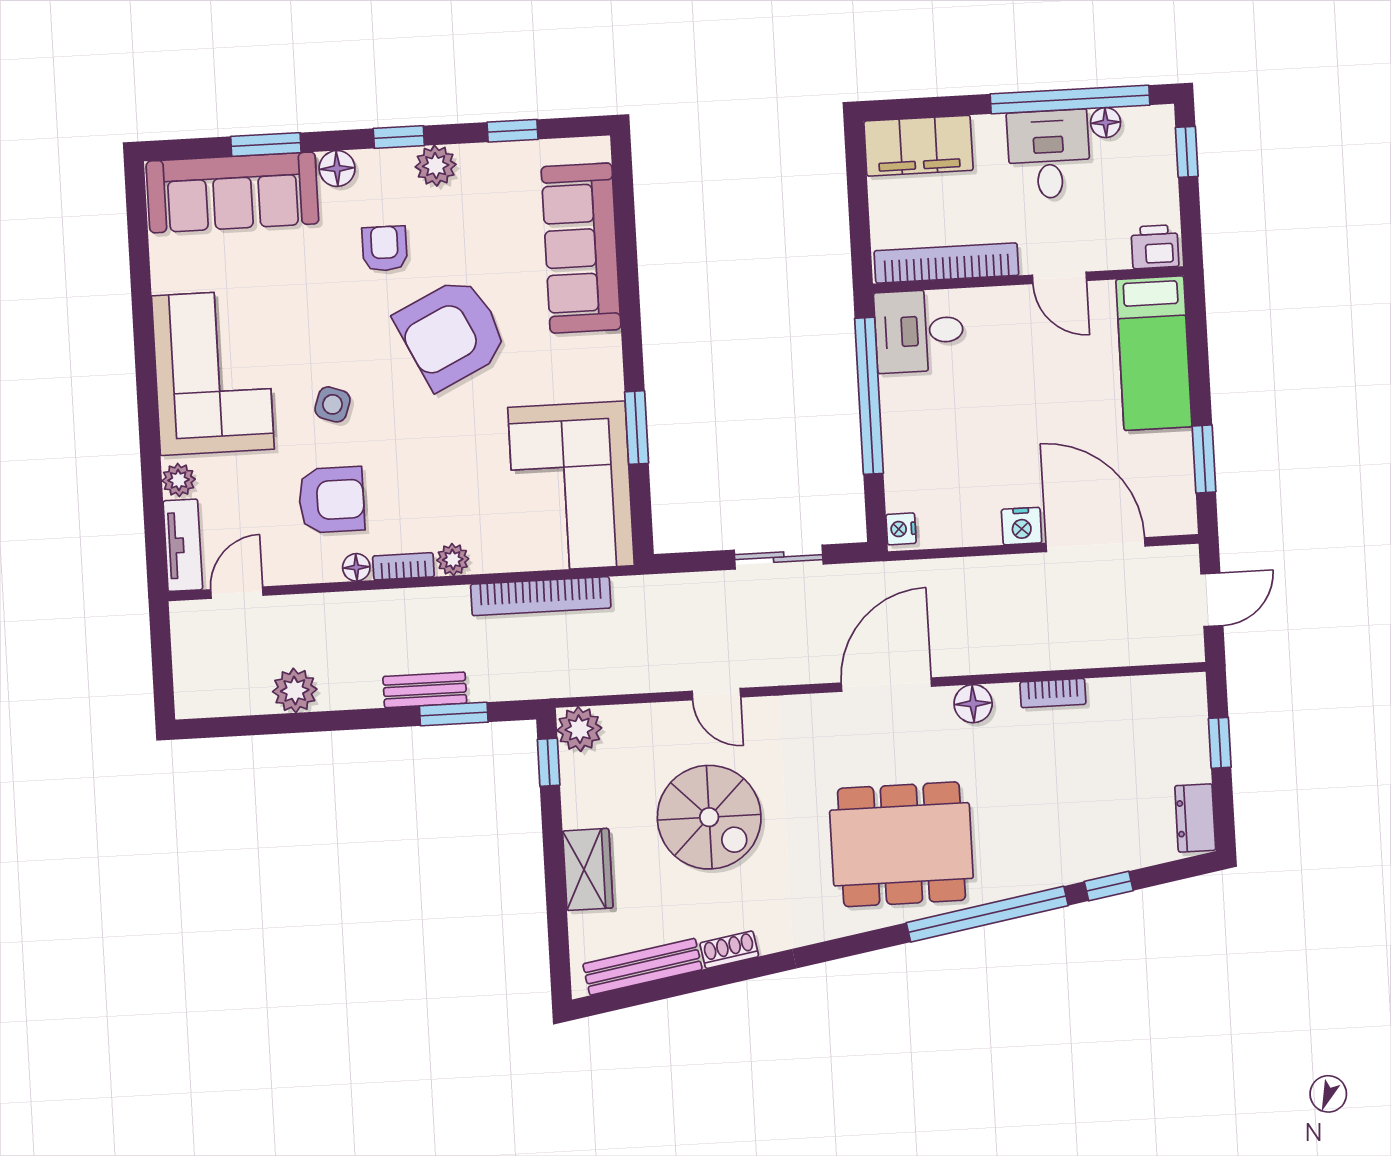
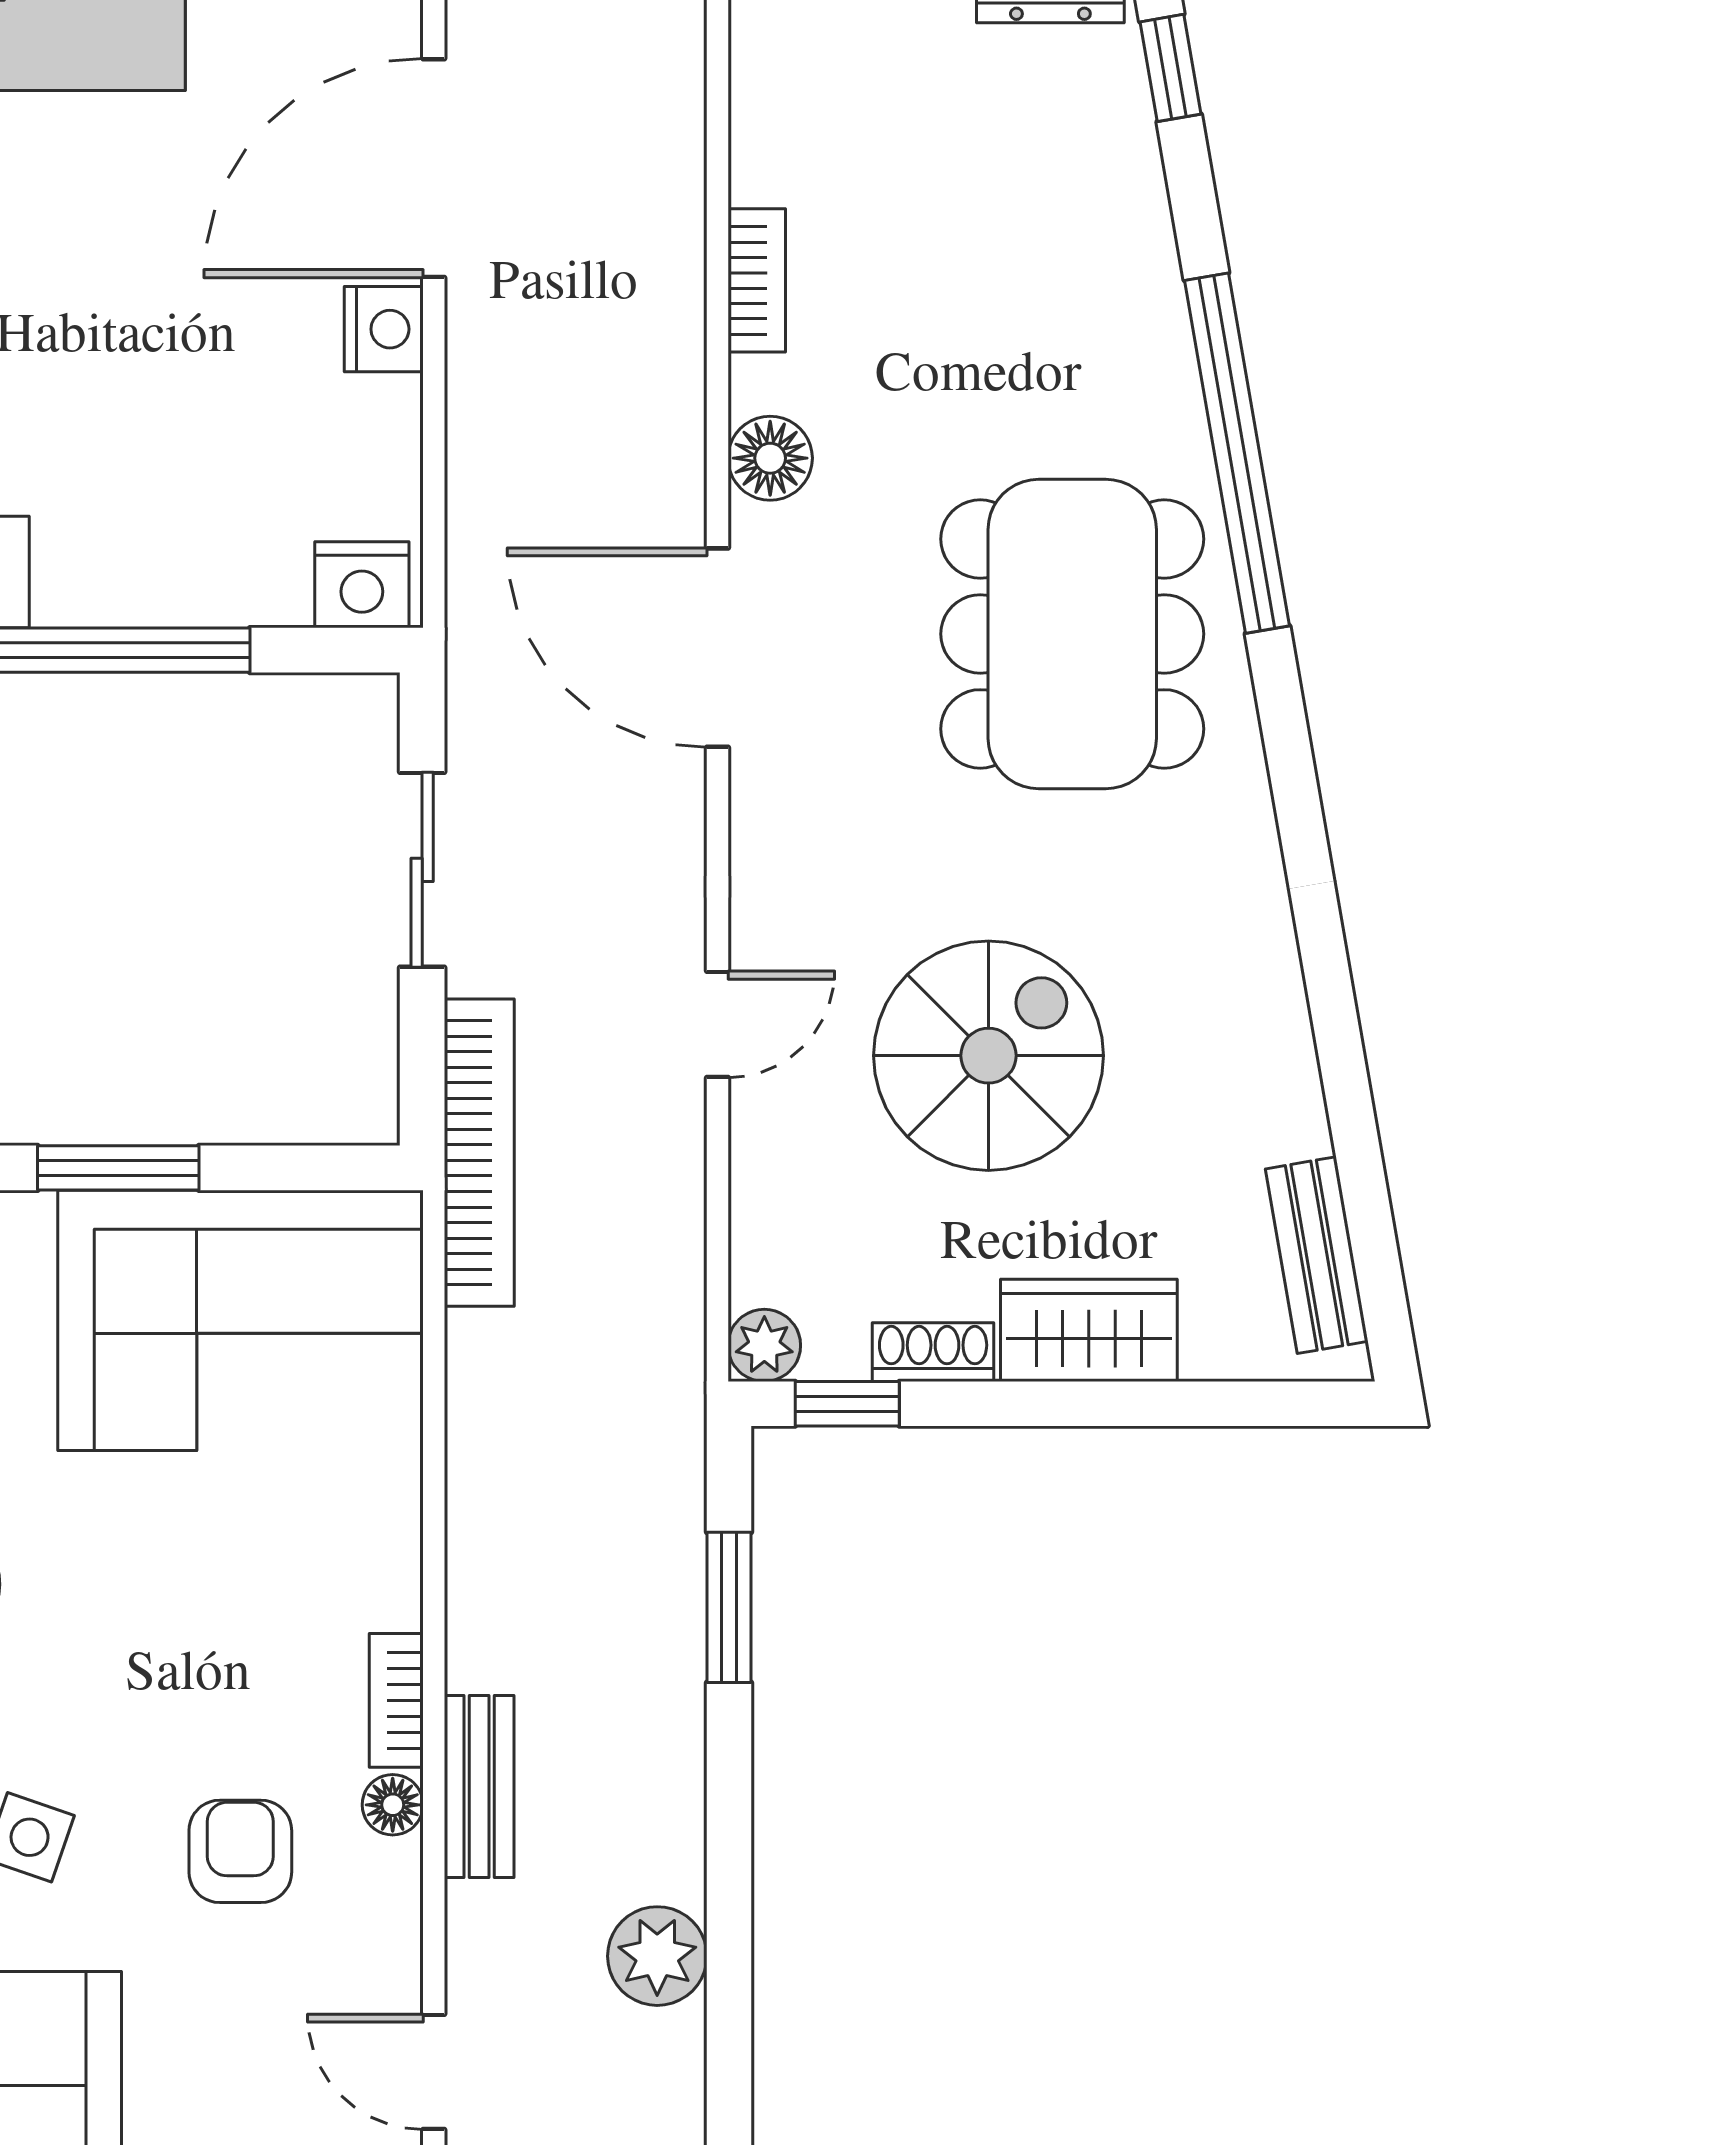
armchair: (331, 500) -> (240, 1851), width x0.72, depth x0.72
nightstand: (901, 529) -> (362, 585), width x1.39, depth x1.35
plant: (453, 560) -> (387, 1591), removed
bookcase: (541, 596) -> (479, 1153), moved
bench: (425, 690) -> (479, 1786), moved
plant: (579, 729) -> (764, 1345), width x0.73, depth x0.73
window: (1109, 886) -> (1170, 68), moved
shoe rack: (729, 950) -> (933, 1352), moved, turned 100
bench: (642, 967) -> (1317, 1255), width x0.73

